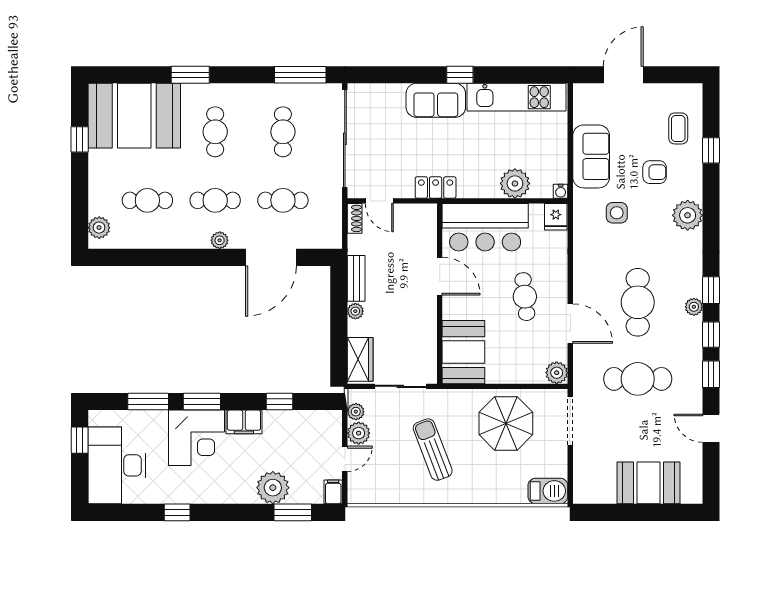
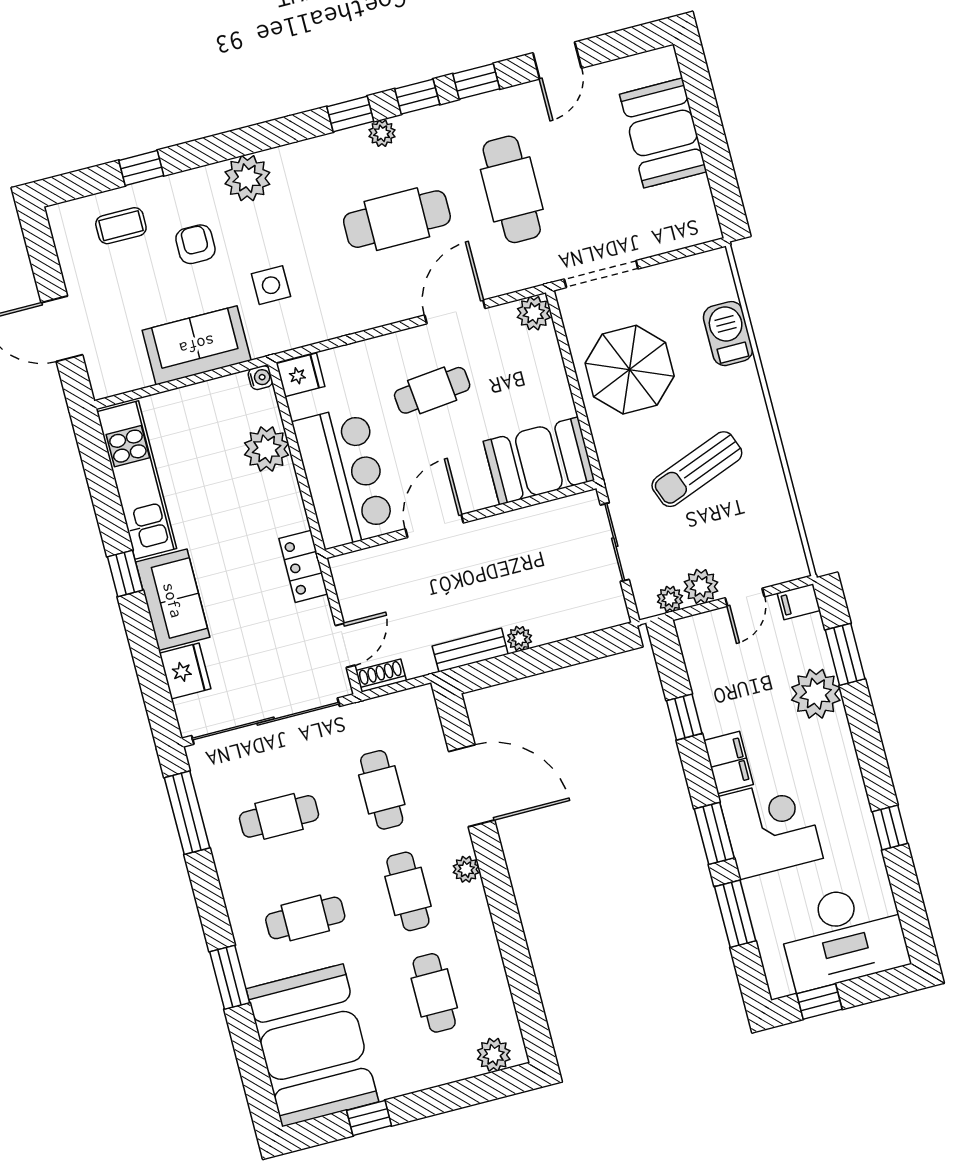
fridge: (389, 96) -> (185, 671), added
wardrobe: (360, 359) -> (590, 613), removed
door: (345, 459) -> (745, 597), swing flipped
barbecue: (548, 491) -> (728, 334), moved

